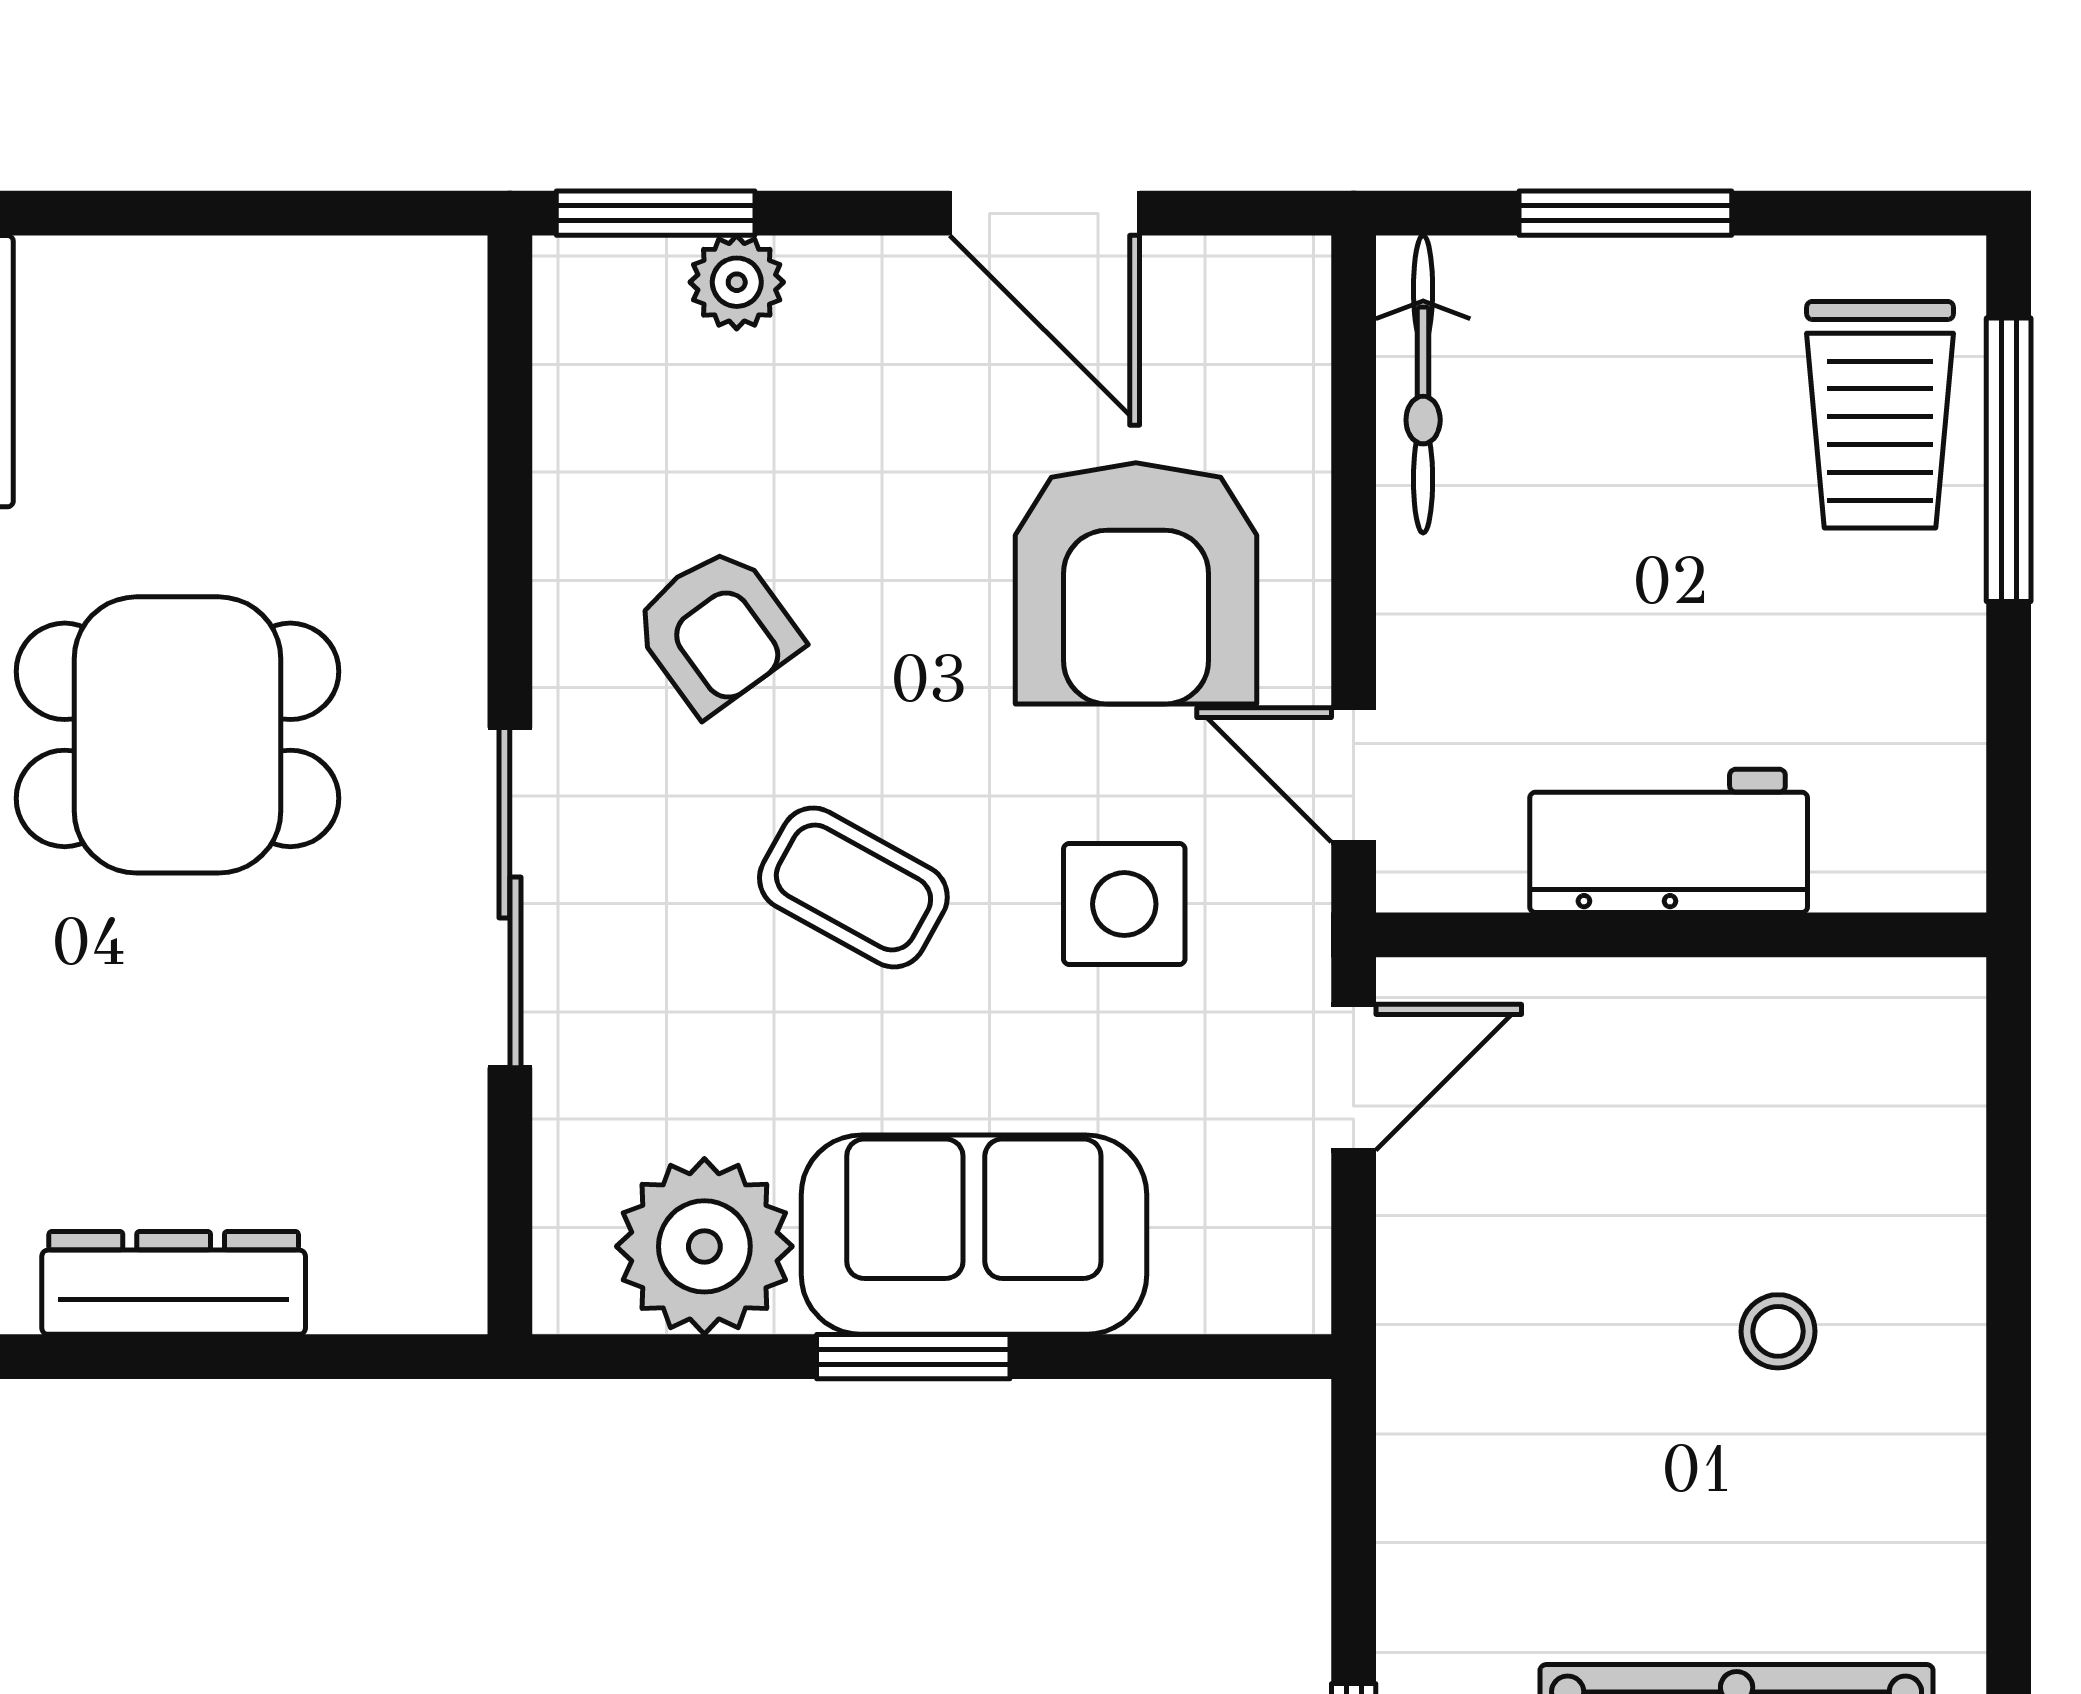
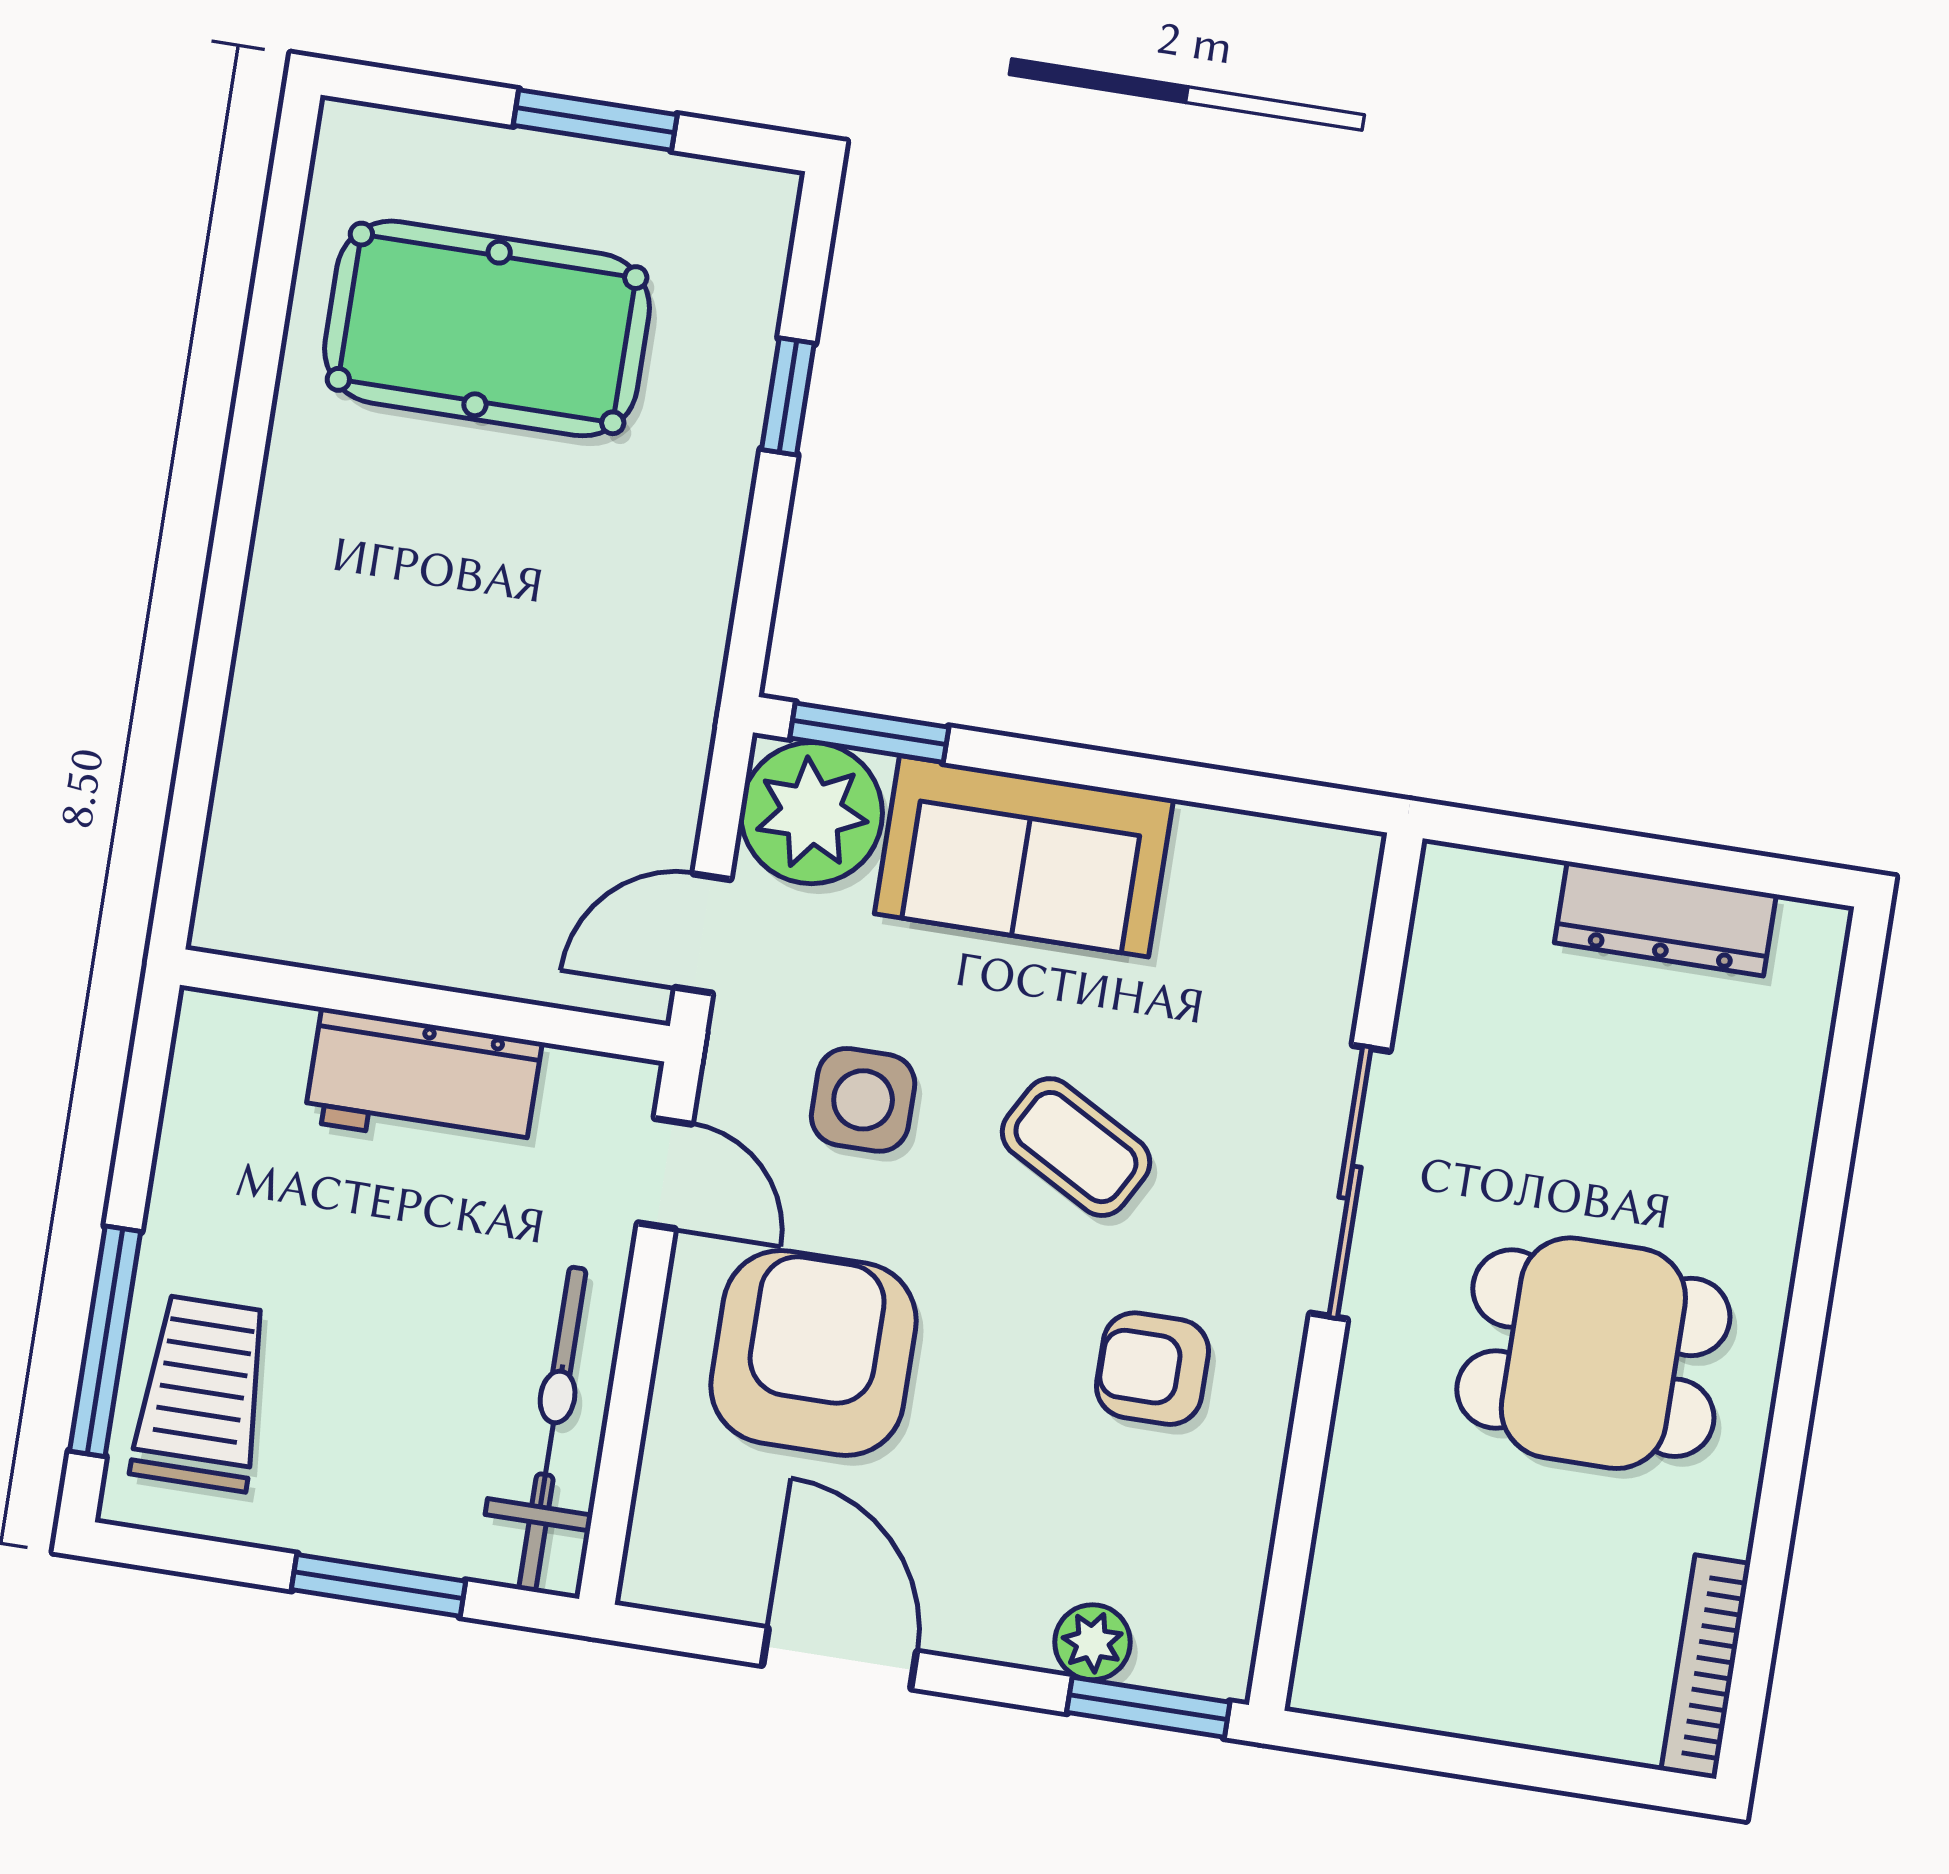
bicycle: (1423, 384) -> (552, 1429), width x1.37, depth x1.40
armchair: (716, 630) -> (1152, 1369), turned -54
plant: (704, 1246) -> (812, 813), moved
stool: (1778, 1331) -> (398, 678), removed
window: (913, 1357) -> (869, 733), moved

